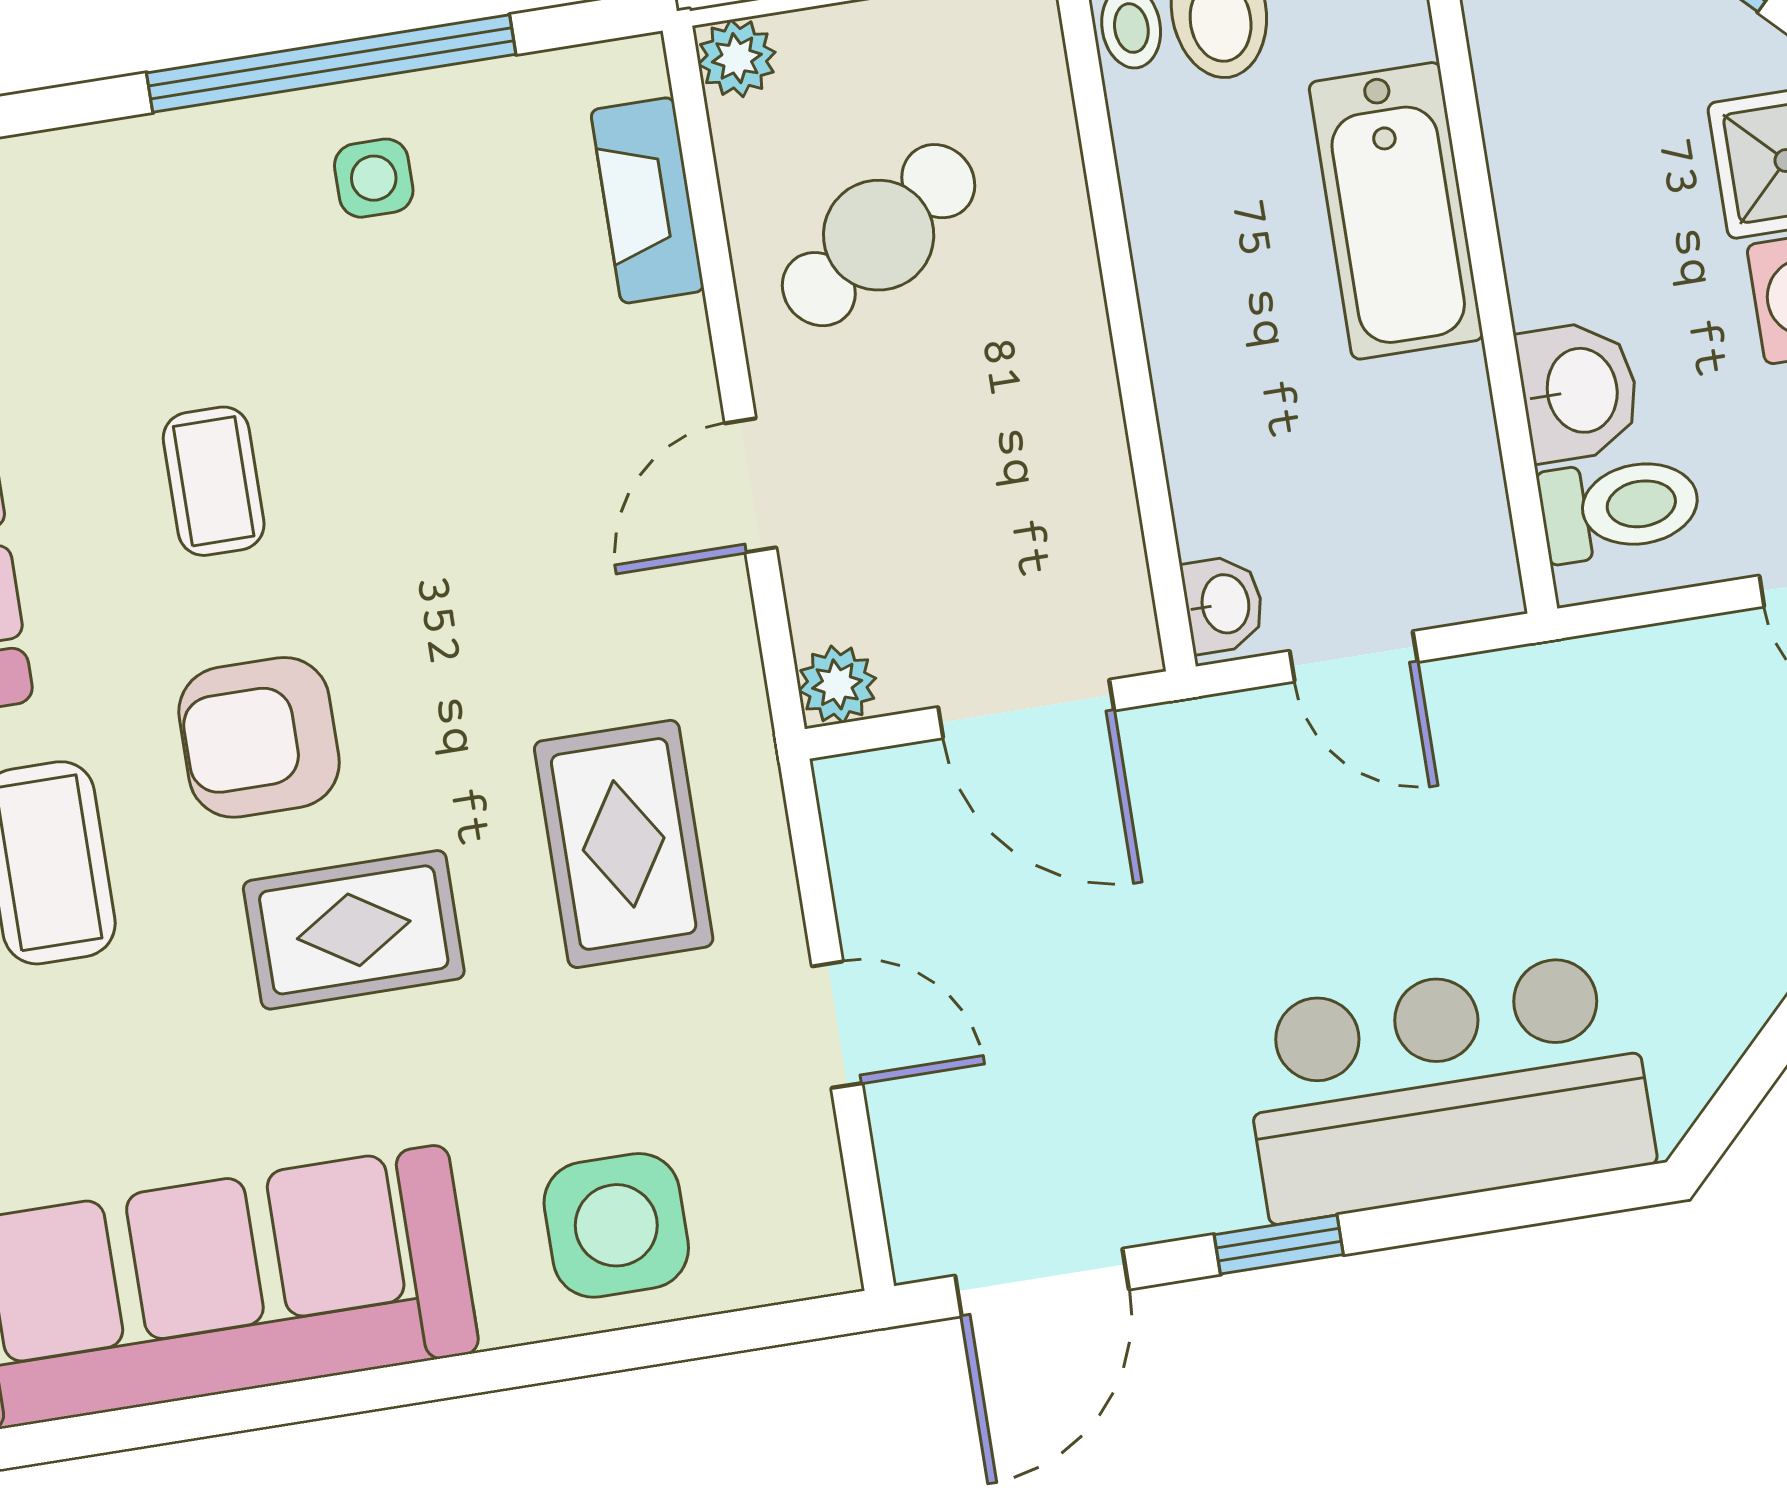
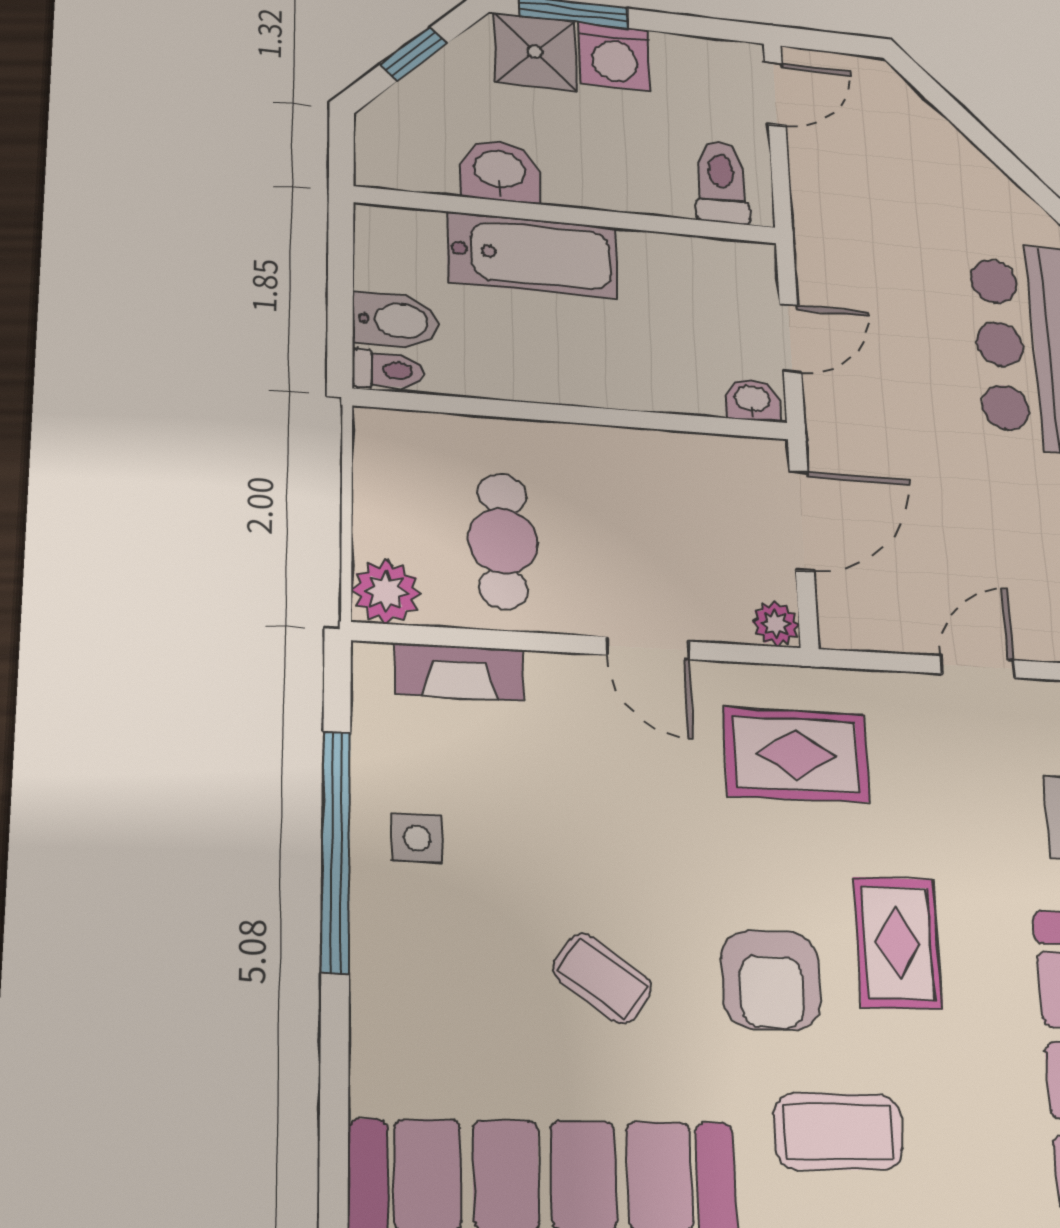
plant: (737, 58) -> (386, 591), width x1.38, depth x1.38
cafe table: (879, 235) -> (503, 541), turned 33
washbasin: (1579, 391) -> (500, 171), moved
coffee table: (214, 481) -> (602, 979), turned 36
rug: (624, 844) -> (797, 755), moved

